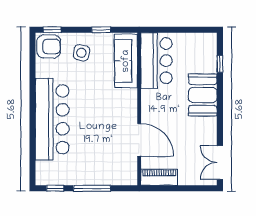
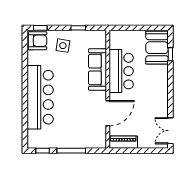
sofa: (126, 61) -> (97, 69), moved
bar counter: (156, 61) -> (121, 71), moved
booth: (203, 95) -> (157, 48), moved
door: (139, 140) -> (108, 113), hinge flipped

